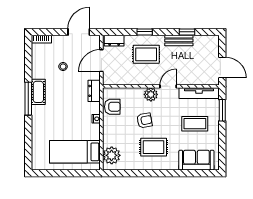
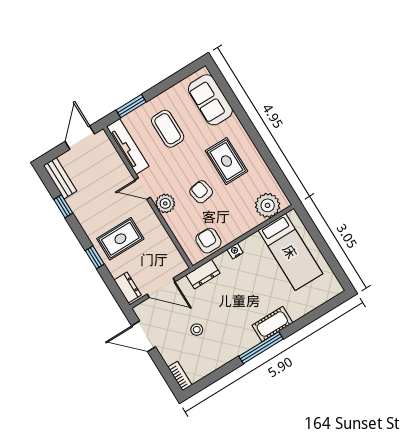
bench: (179, 40) -> (60, 178), moved
rug: (146, 54) -> (120, 239), turned 90
cot: (38, 92) -> (272, 324), moved

